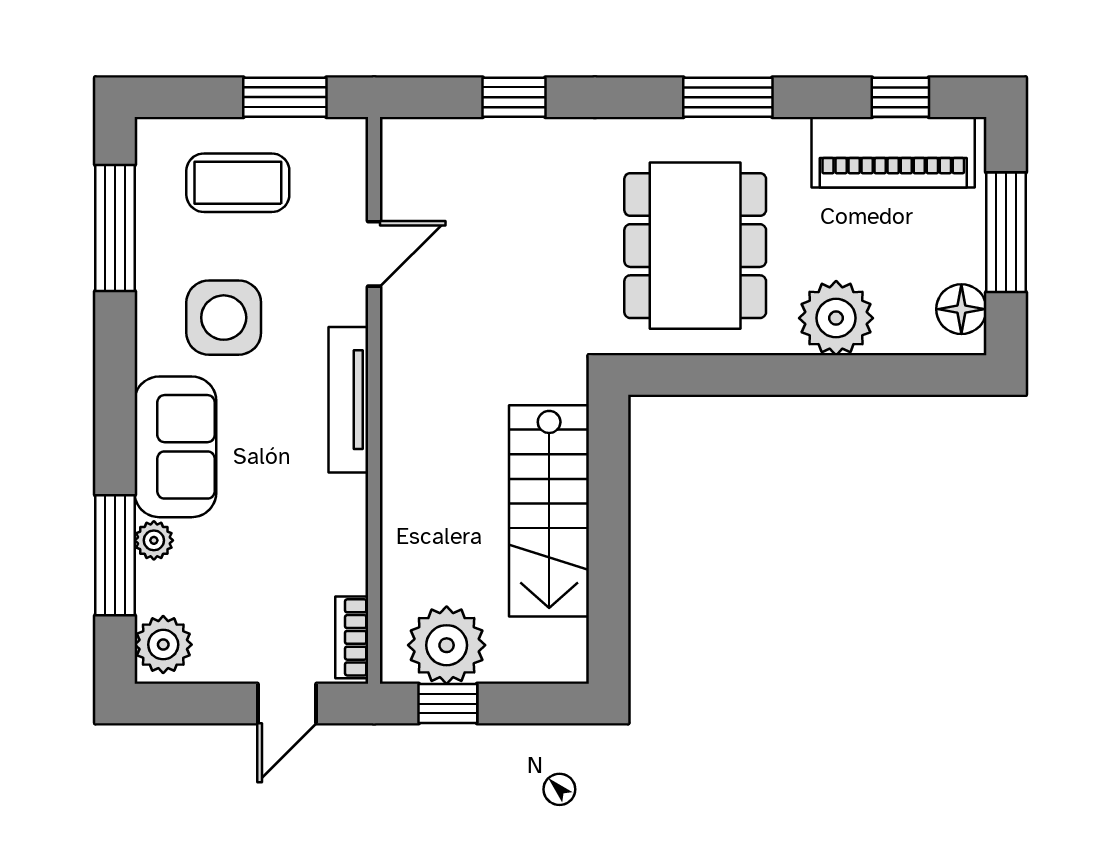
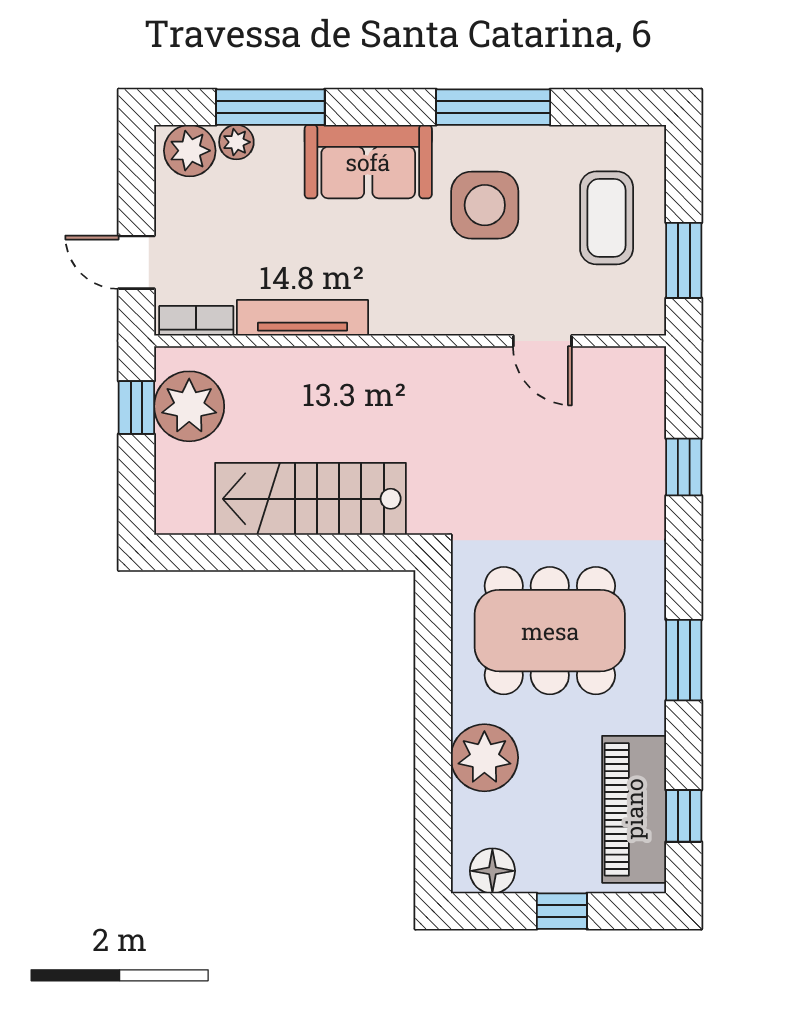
window: (115, 228) -> (493, 107), moved
window: (1006, 232) -> (562, 911), width x0.46
tv unit: (348, 400) -> (303, 318), moved
plant: (154, 540) -> (236, 142), moved

